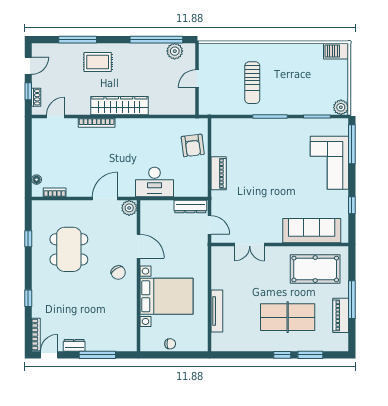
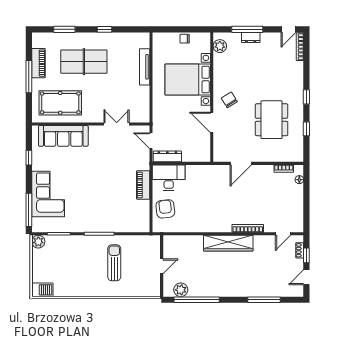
rug: (98, 62) -> (247, 280), removed
desk: (154, 182) -> (169, 178), moved
plant: (129, 208) -> (220, 46), moved
window: (28, 298) -> (306, 97), moved
dresser: (74, 345) -> (251, 37), moved
window: (282, 355) -> (104, 29), moved

